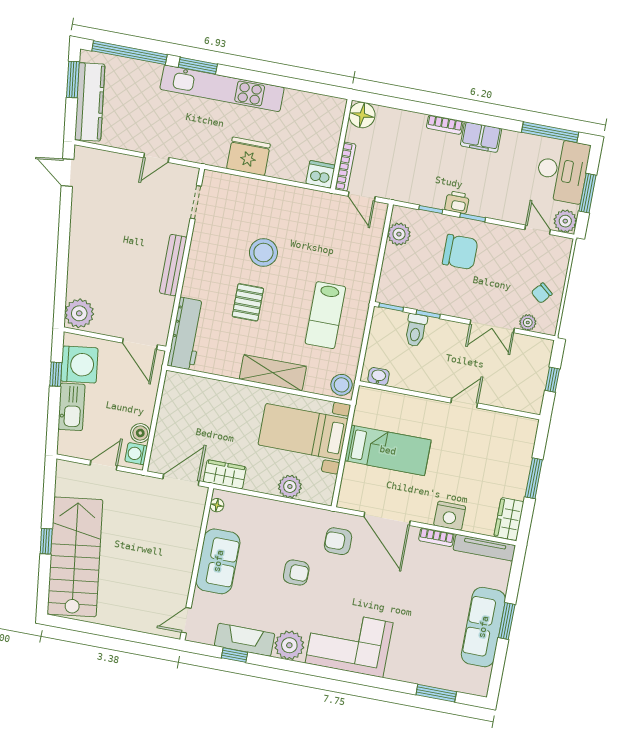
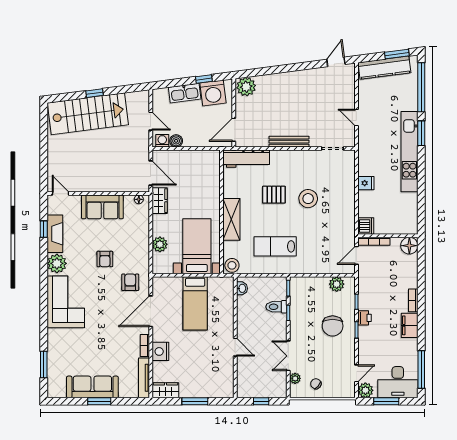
fridge: (248, 156) -> (366, 183), width x0.53, depth x0.75

